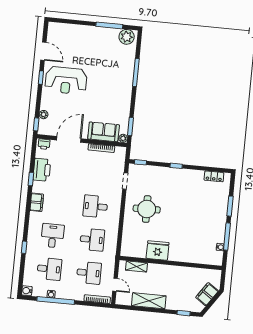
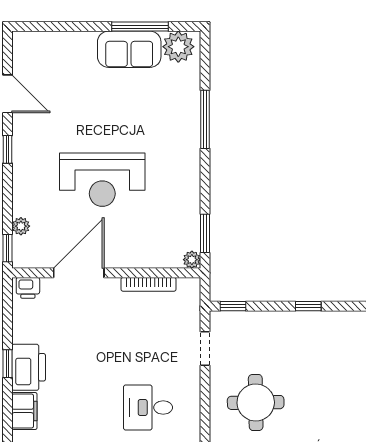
reception desk: (66, 80) -> (102, 180), moved
sofa: (104, 132) -> (129, 49), moved, turned 180
printer: (42, 170) -> (29, 367), moved

